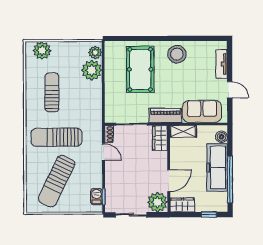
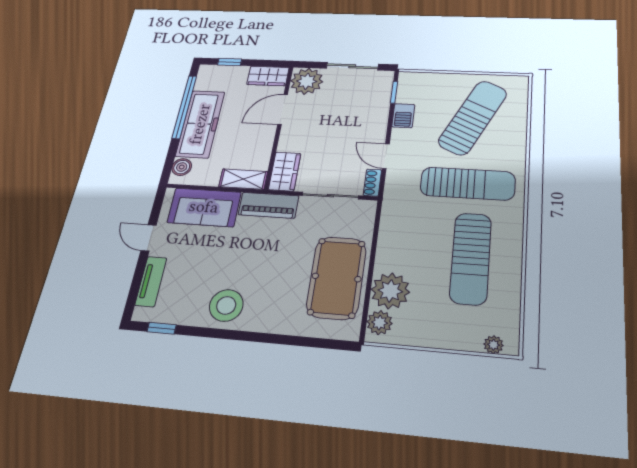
window: (209, 38) -> (162, 328), added
plant: (42, 50) -> (493, 345), width x0.53, depth x0.53
pool table: (140, 69) -> (337, 277), moved
sun lounger: (52, 92) -> (471, 258), width x1.36, depth x1.34
barbecue: (96, 197) -> (403, 116), moved

